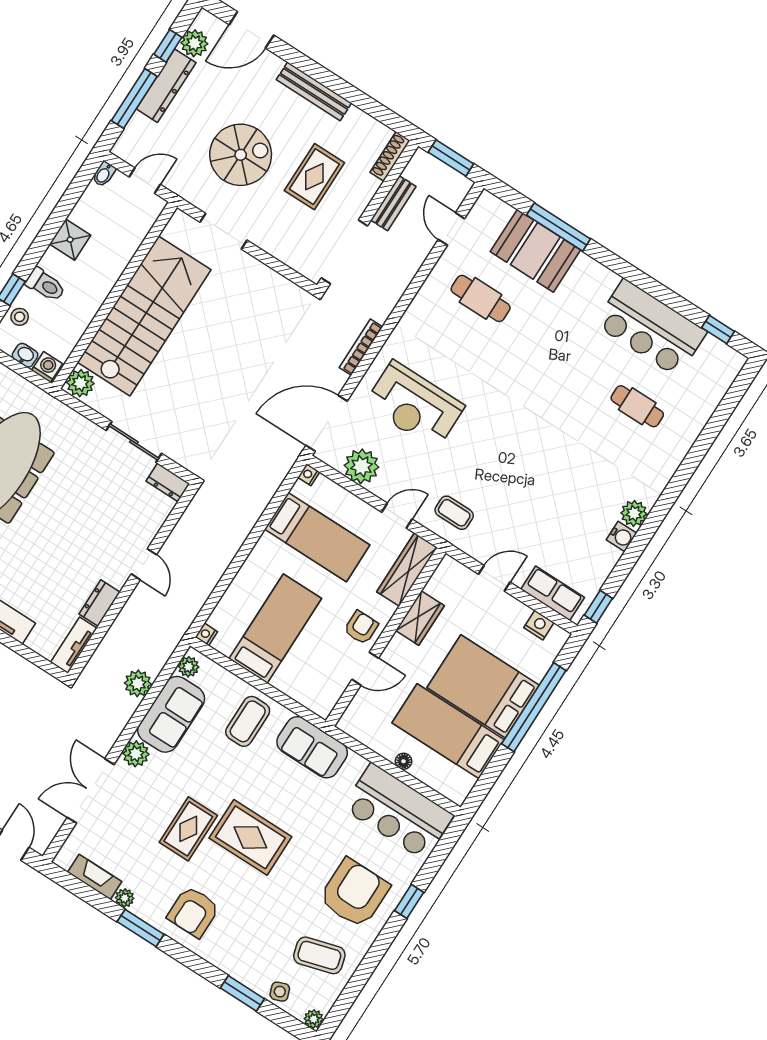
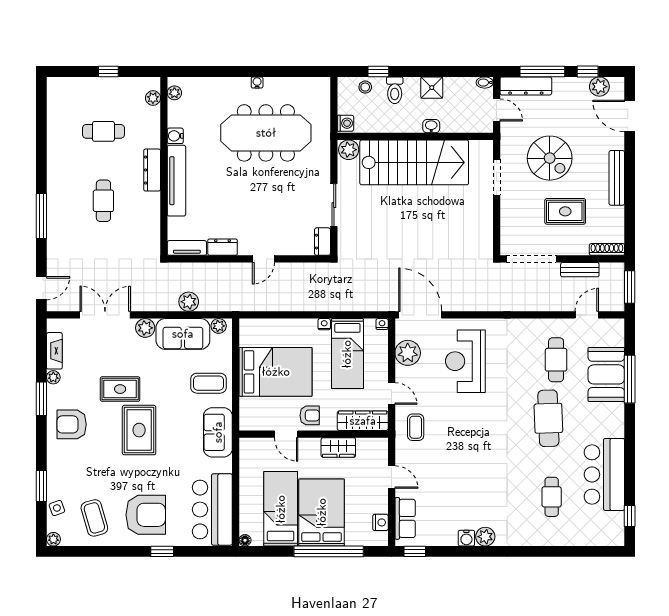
dresser: (166, 86) -> (526, 86), moved
bookcase: (361, 347) -> (480, 306), removed
cafe table: (543, 351) -> (548, 418), added
washbasin: (25, 355) -> (431, 126), moved, turned -90
bed: (275, 629) -> (276, 372), width x1.50
nightstand: (206, 634) -> (324, 324), moved
floor lamp: (404, 761) -> (245, 540), moved

